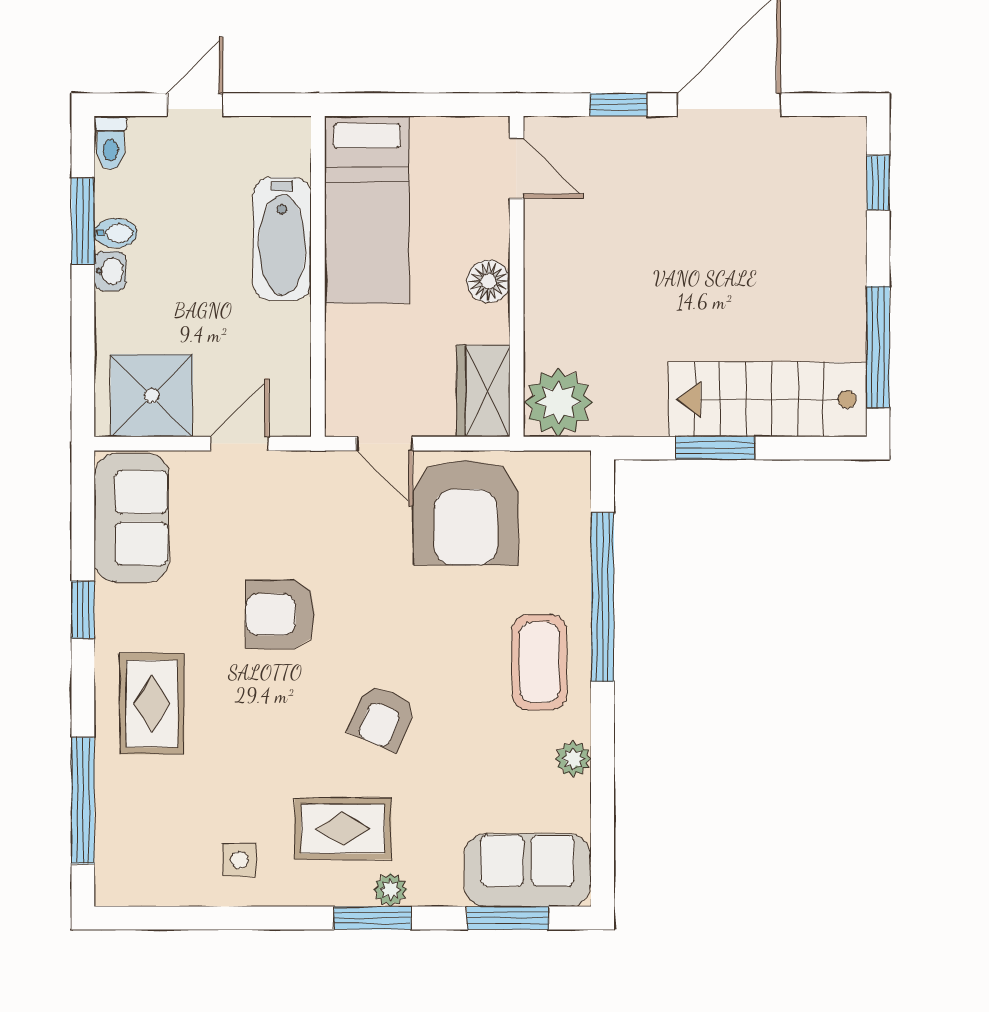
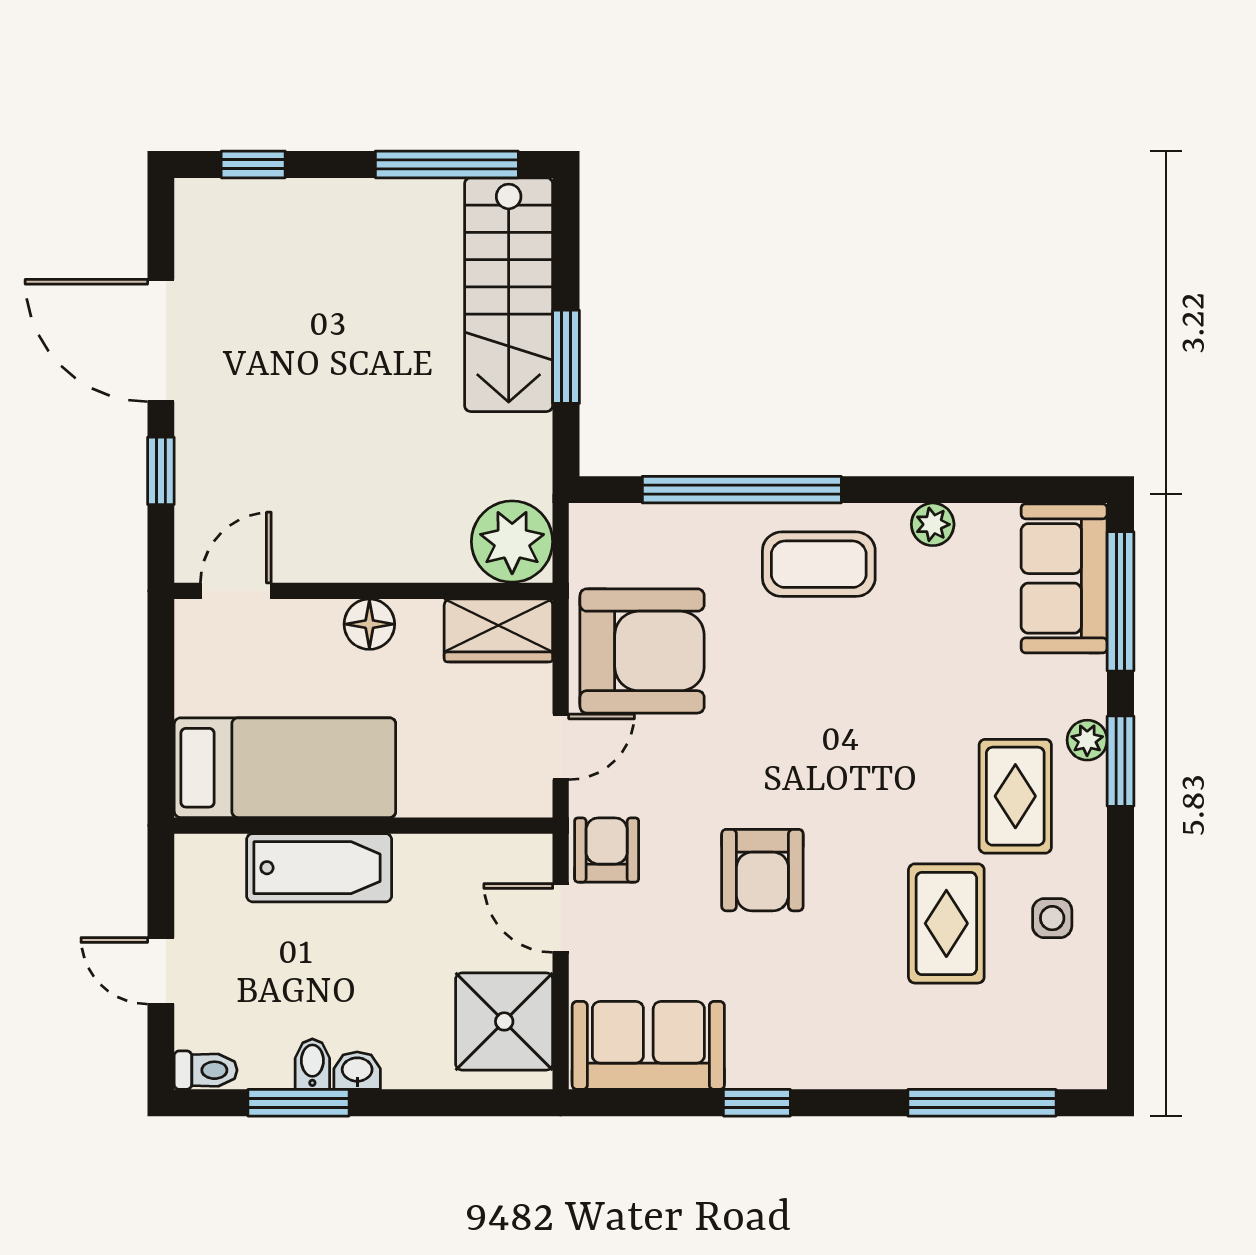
rug: (152, 704) -> (946, 923), moved, turned 90
armchair: (382, 718) -> (607, 850), moved, turned -113
window: (508, 918) -> (1121, 601), width x1.44

